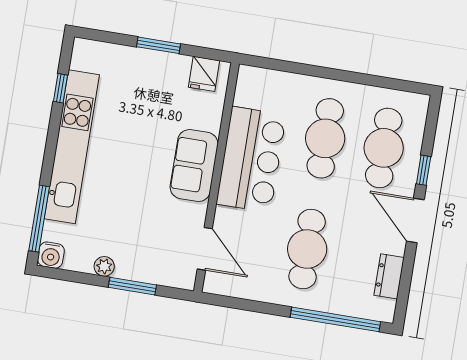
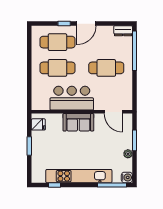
door: (205, 249) -> (113, 112), swing flipped
dresser: (389, 276) -> (123, 31), moved

